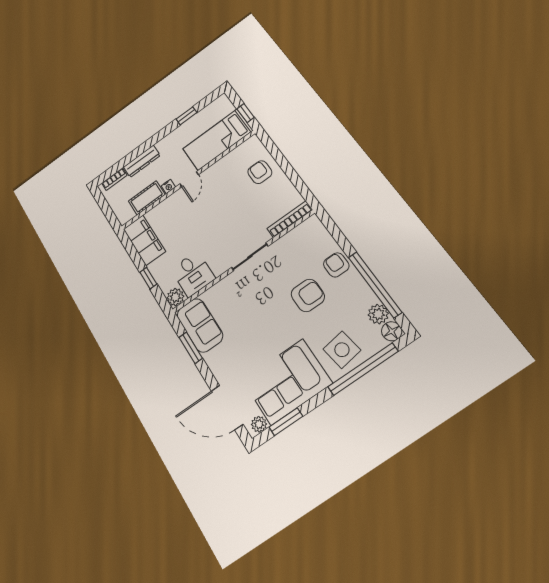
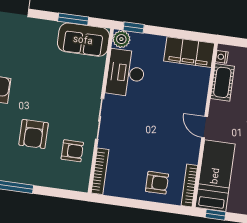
bookcase: (241, 149) -> (189, 185), added
nightstand: (168, 186) -> (222, 57), moved
armchair: (336, 265) -> (72, 151), moved
desk: (193, 274) -> (126, 73), width x1.37
window: (148, 278) -> (134, 27), moved

